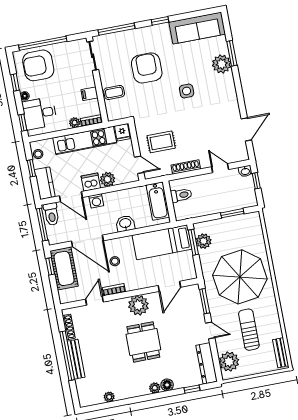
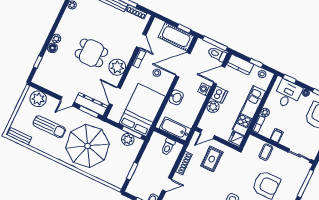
bed: (162, 242) -> (142, 110), width x1.50
dresser: (207, 363) -> (91, 104), moved

